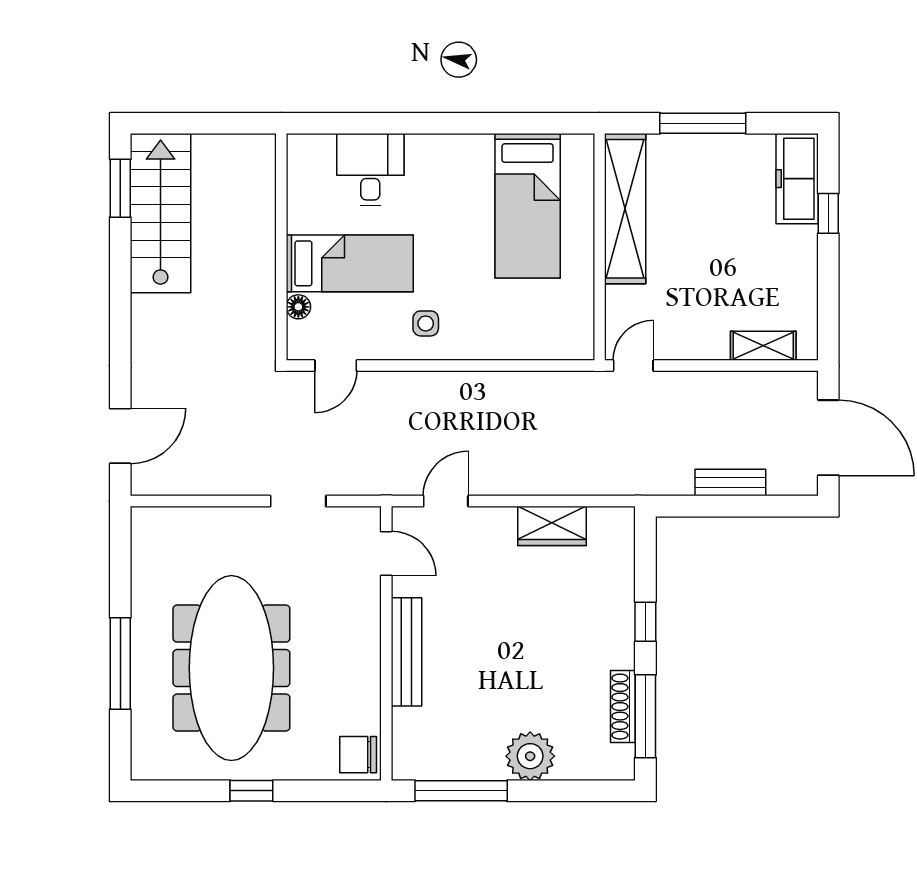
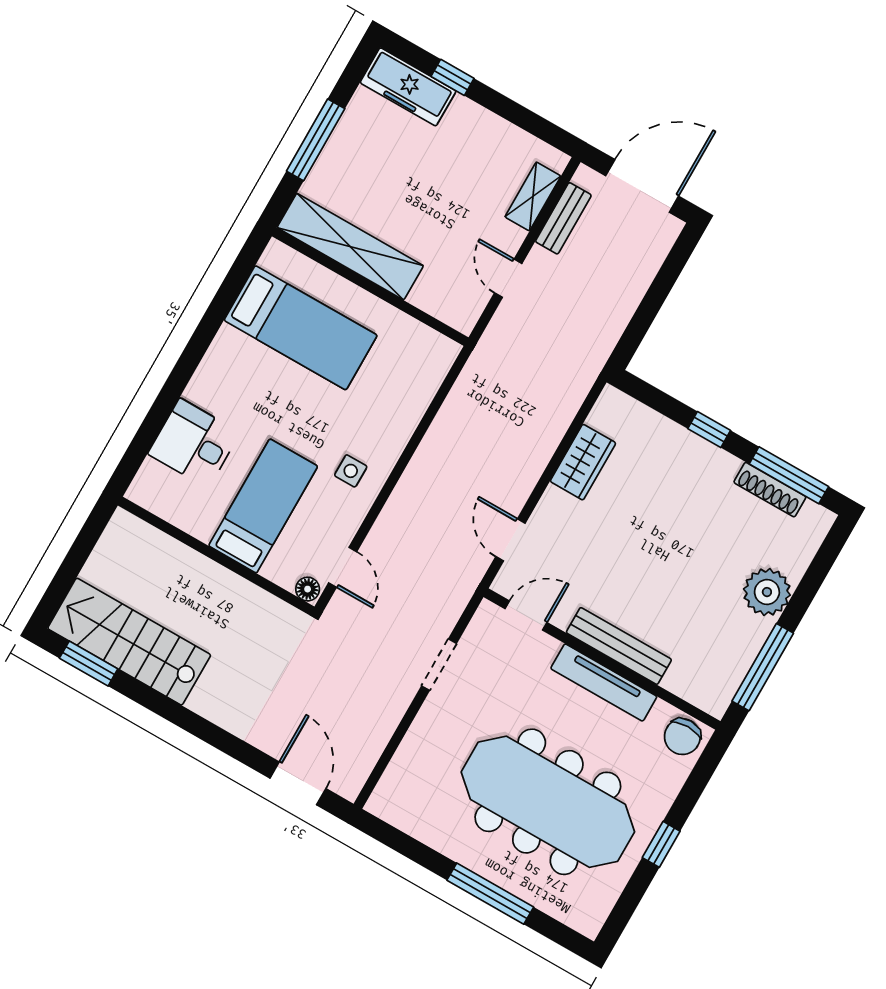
floor lamp: (298, 307) -> (308, 589), moved
door: (633, 366) -> (508, 278), moved
bench: (730, 483) -> (563, 218), moved
tv unit: (366, 657) -> (604, 683), added

